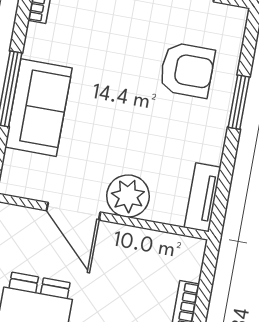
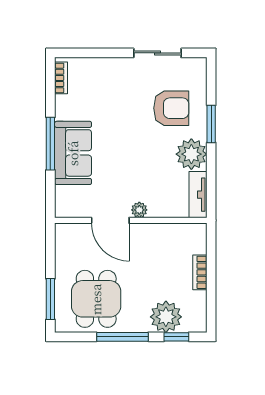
plant: (204, 139) -> (191, 154), added
plant: (128, 196) -> (139, 210), width x0.53, depth x0.53

